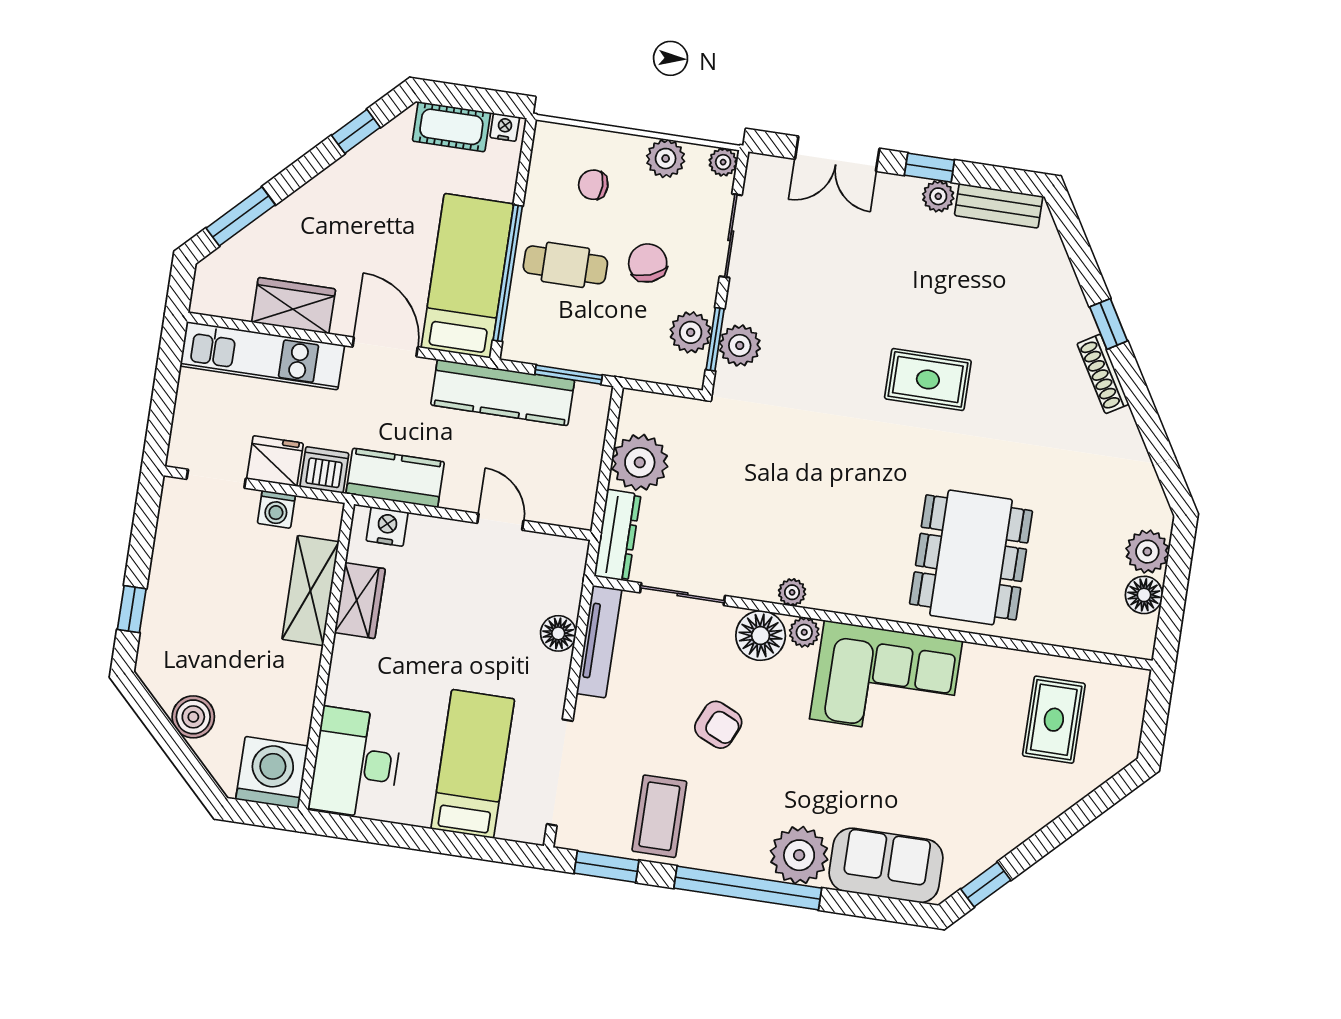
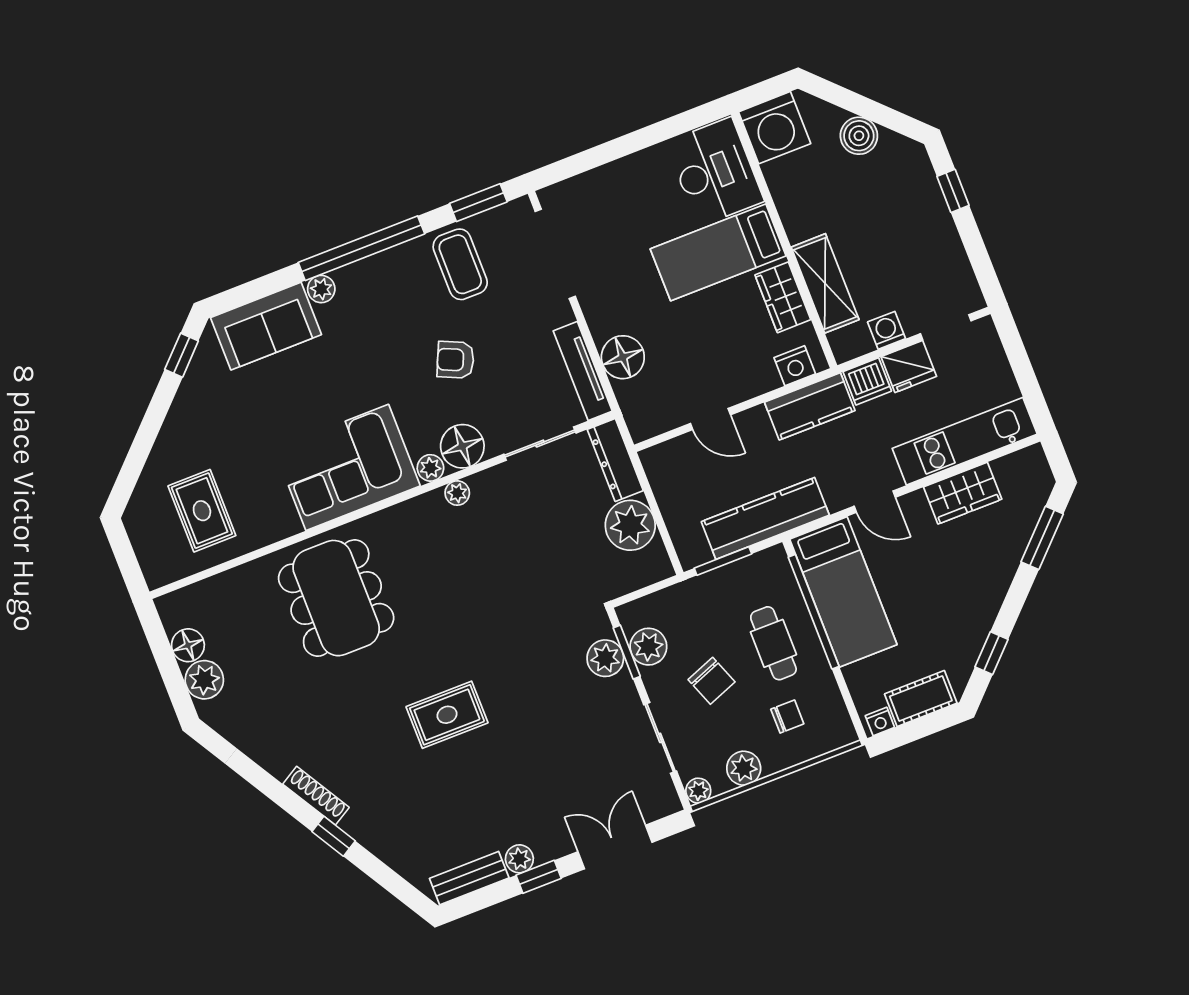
cafe table: (565, 265) -> (773, 643), turned 90
door: (385, 347) -> (875, 502), width x0.73
floor lamp: (558, 633) -> (623, 357), width x1.38, depth x1.38
bed: (473, 764) -> (718, 252), moved, turned 90
plant: (799, 855) -> (321, 289), width x0.53, depth x0.53

